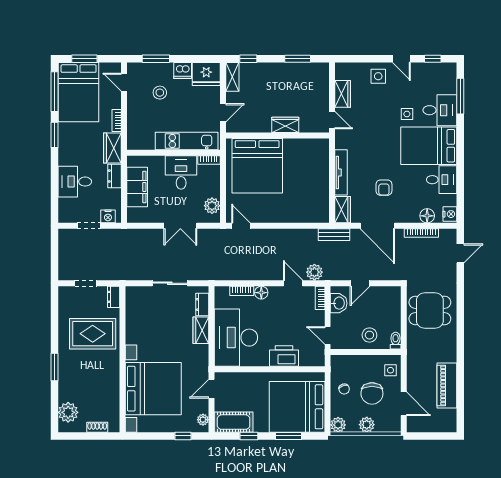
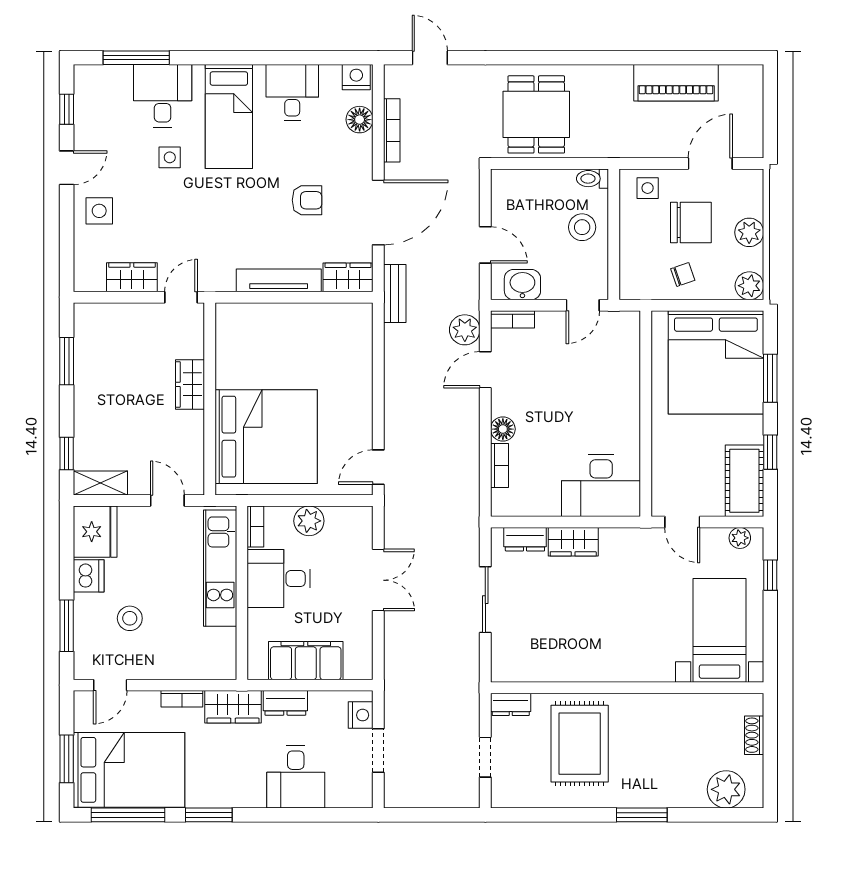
bed: (429, 146) -> (229, 117), width x0.67
plant: (212, 206) -> (309, 521), moved
desk: (236, 338) -> (601, 486), width x0.73, depth x0.77
printer: (284, 356) -> (621, 387), removed
bed with nightstands: (153, 389) -> (720, 630), width x0.54

